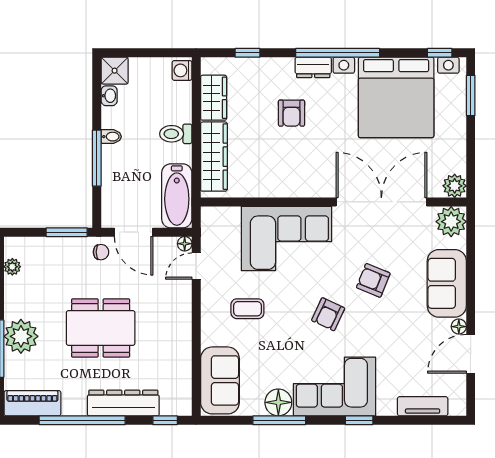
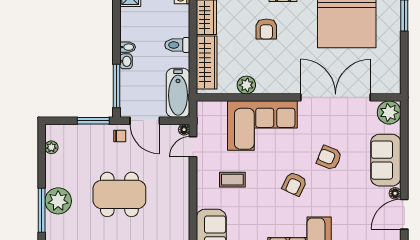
washbasin: (109, 96) -> (126, 61), moved
window: (97, 158) -> (116, 86), moved
plant: (455, 186) -> (246, 85), moved

